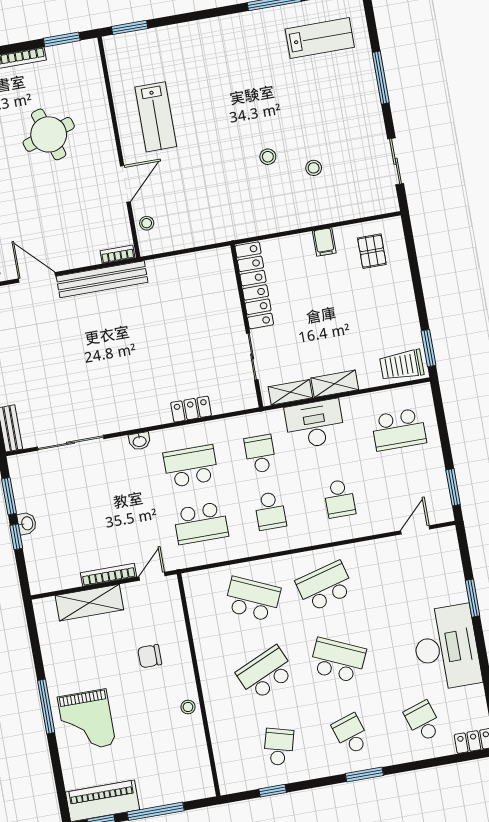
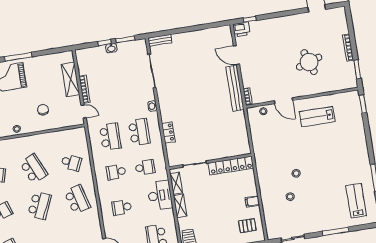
lab bench: (320, 38) -> (356, 201), turned 180
door: (37, 277) -> (236, 55), swing flipped
school desk: (201, 523) -> (110, 137), turned 180
school desk: (253, 599) -> (71, 162), width x0.54

